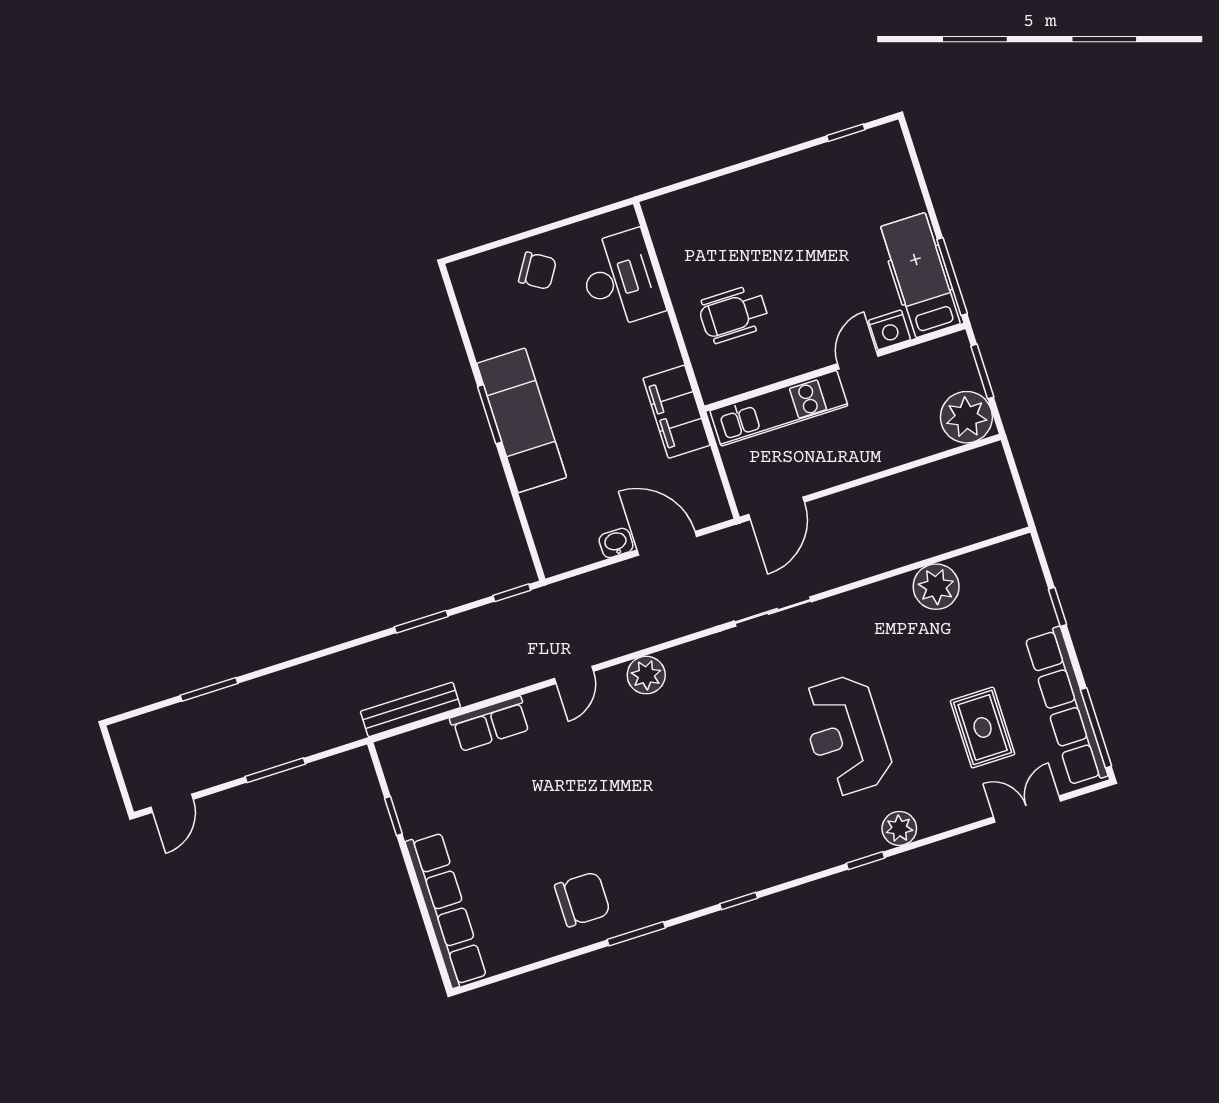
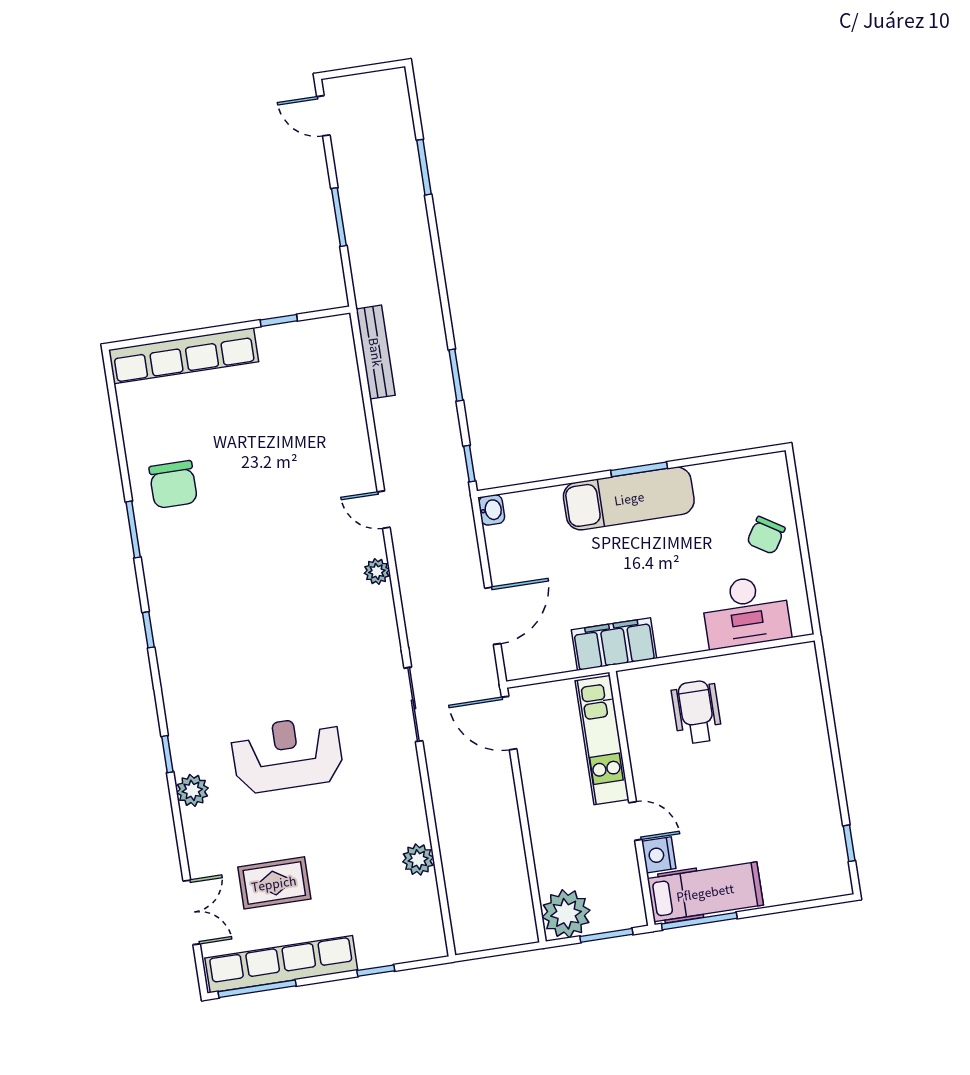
washbasin: (616, 543) -> (492, 510), moved
plant: (936, 587) -> (418, 860), width x0.73, depth x0.73
plant: (646, 675) -> (377, 571), width x0.73, depth x0.73
row of seats: (490, 724) -> (350, 424), removed

